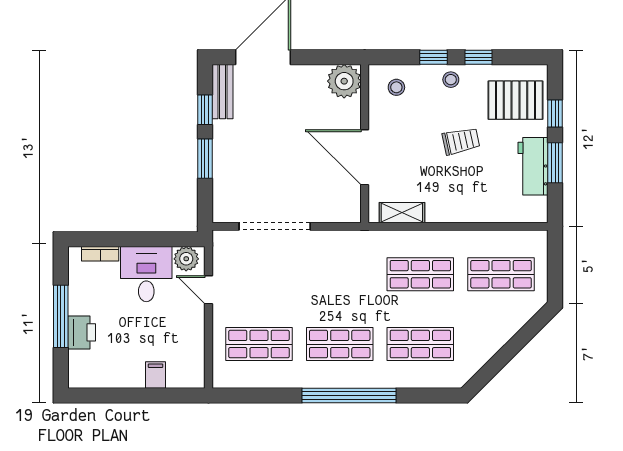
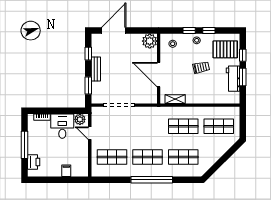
bench: (222, 92) -> (96, 69), moved
window: (205, 159) -> (88, 86), moved
printer: (82, 332) -> (34, 162), moved

